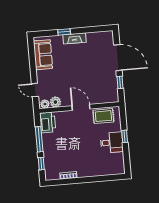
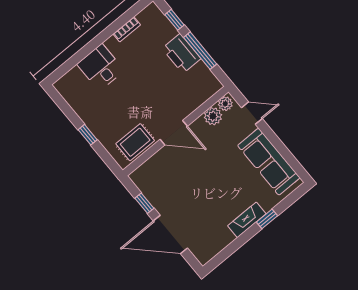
sofa: (43, 55) -> (269, 162), width x1.36
printer: (48, 122) -> (181, 53), moved
desk: (112, 142) -> (101, 67), moved, turned 90

